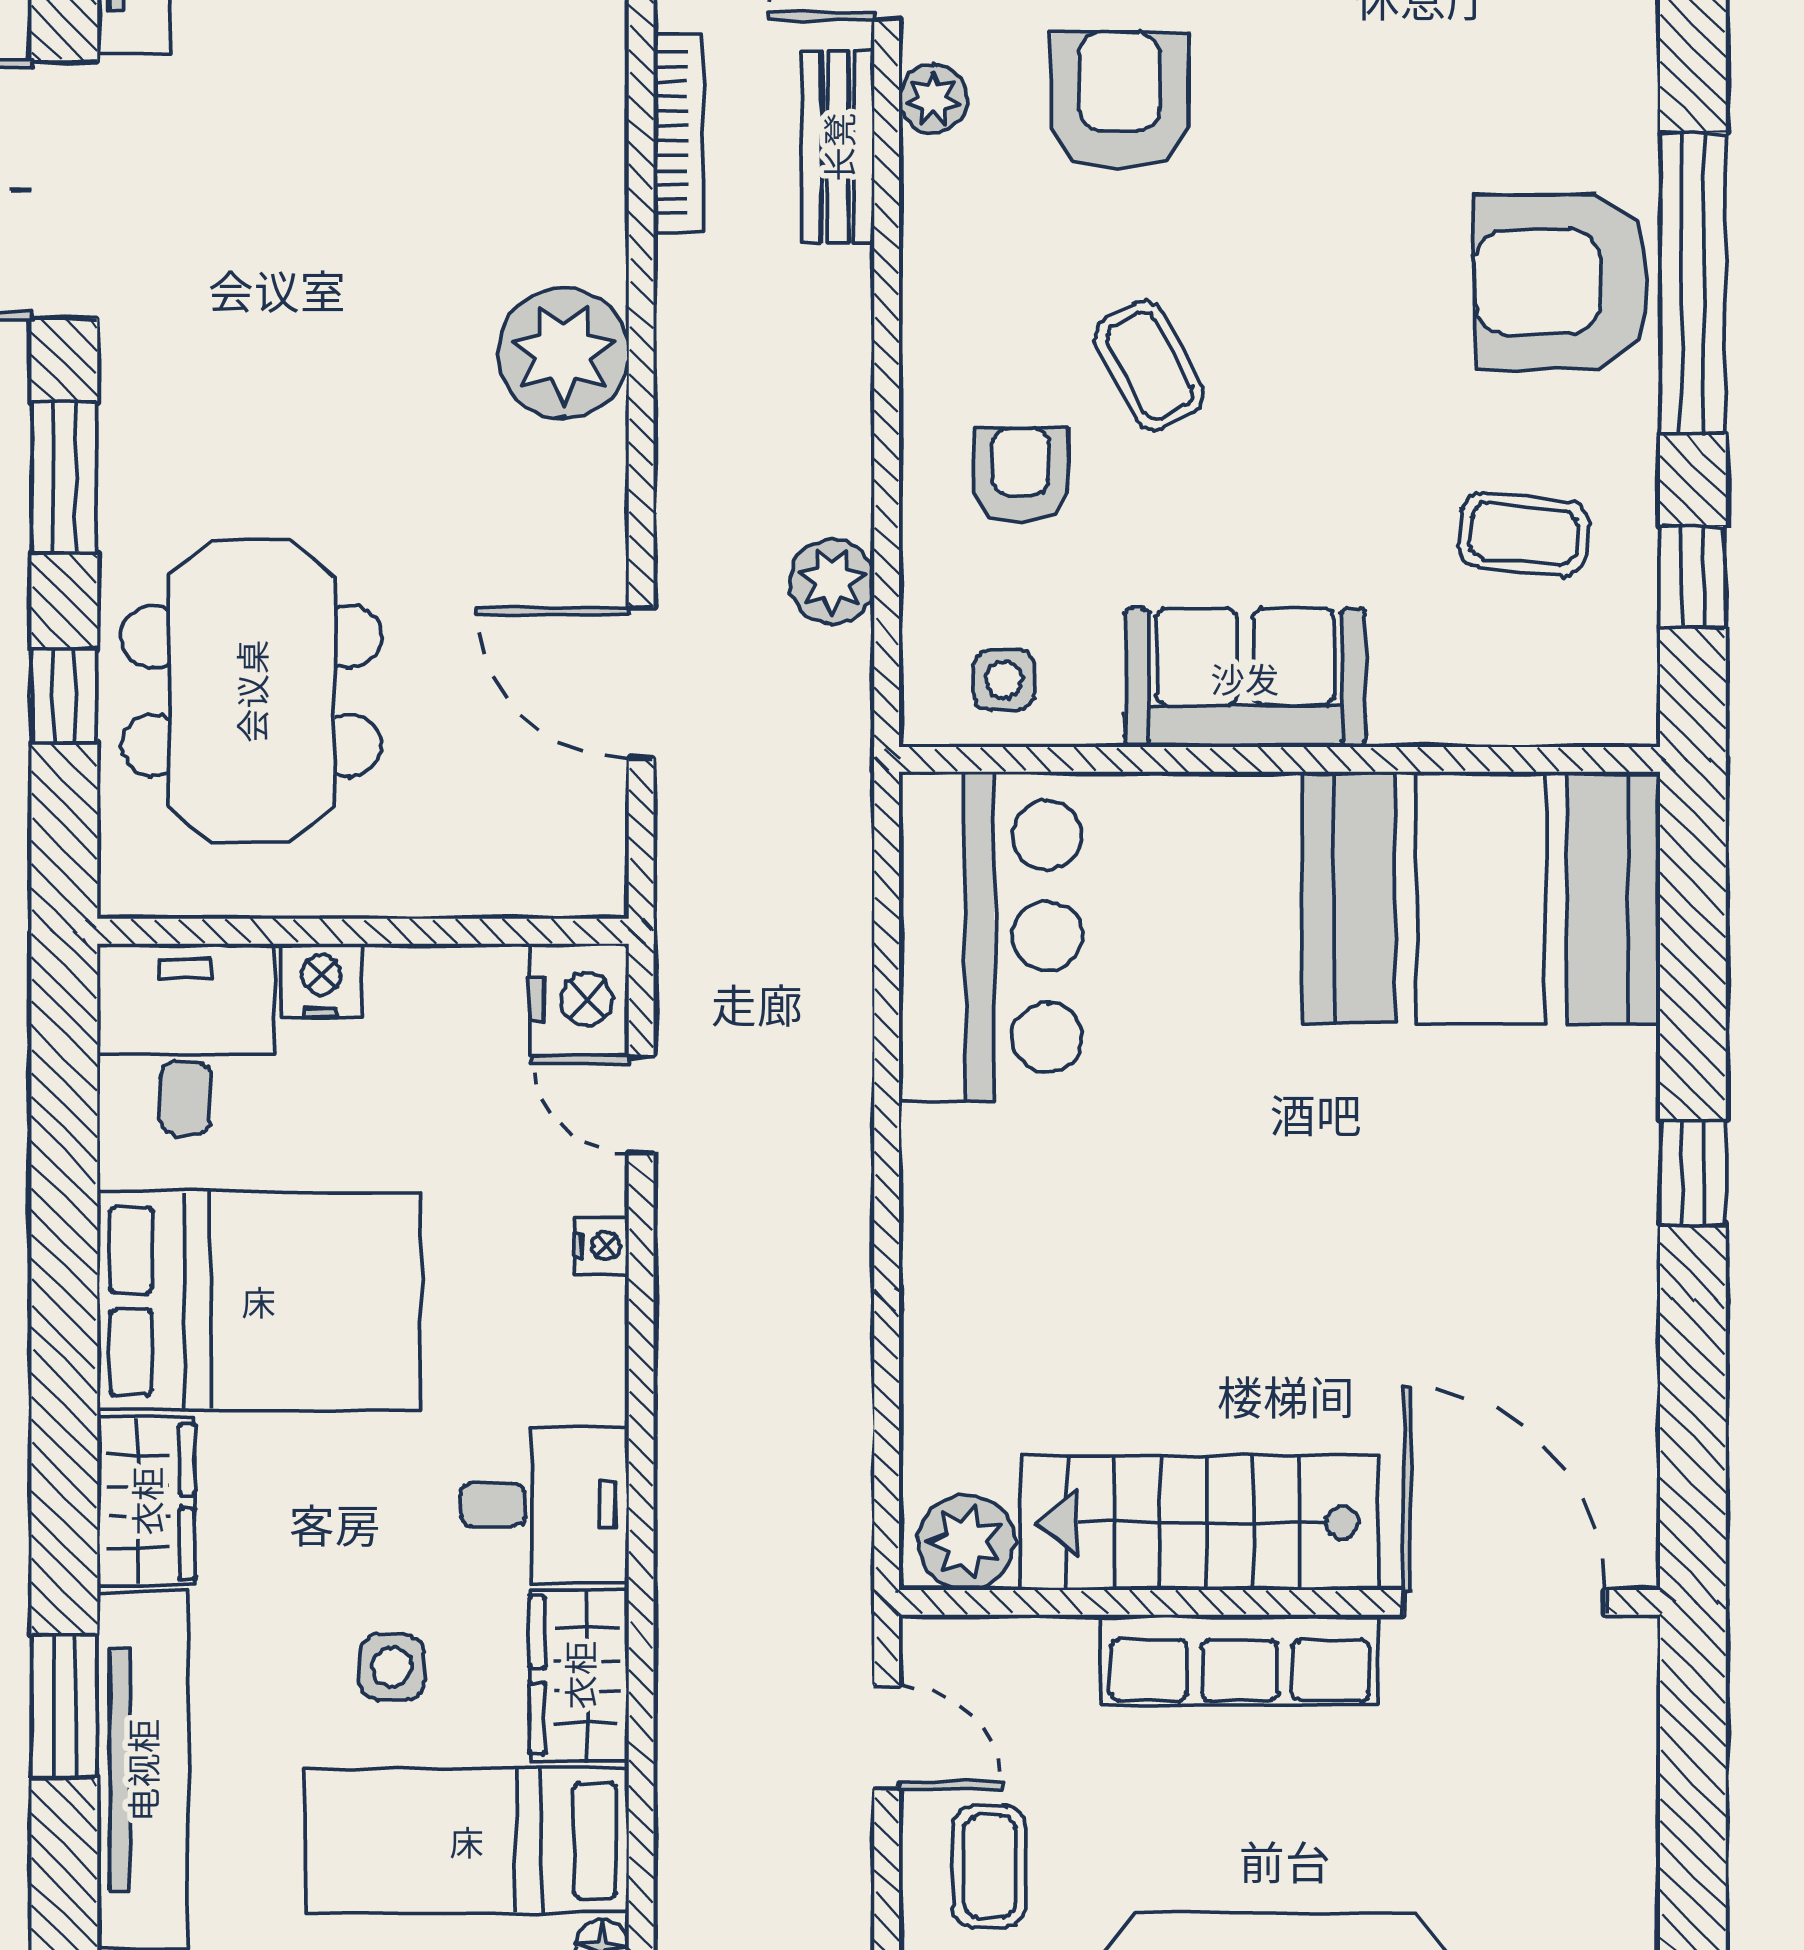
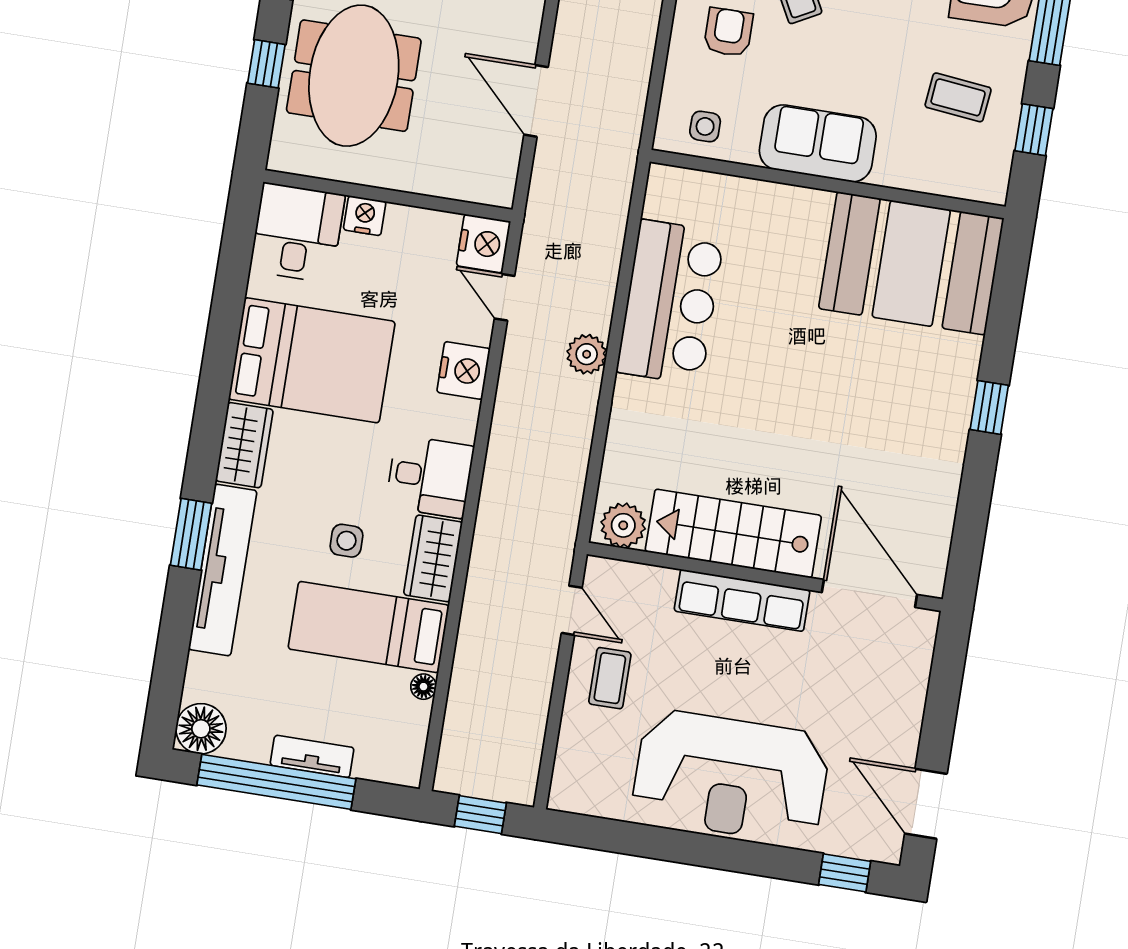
plant: (832, 581) -> (587, 354), moved
bar counter: (990, 936) -> (671, 302), moved
nightstand: (602, 1246) -> (463, 370), width x1.89, depth x1.79

